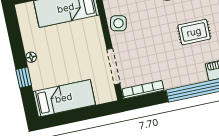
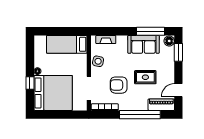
armchair: (157, 52) -> (119, 85), added
bed: (64, 98) -> (53, 93), width x2.04

